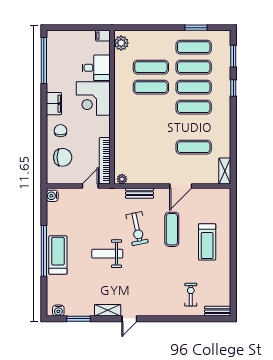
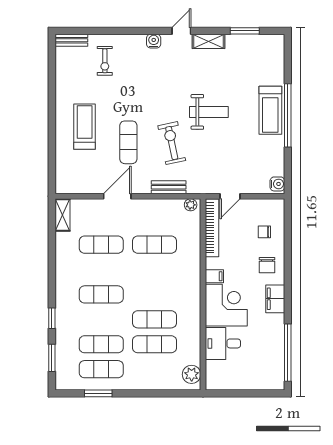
filing cabinet: (103, 36) -> (214, 276), moved
exercise mat: (194, 87) -> (154, 245), moved
chair: (63, 157) -> (264, 232), width x0.54, depth x0.54
water cooler: (58, 311) -> (154, 41), moved

